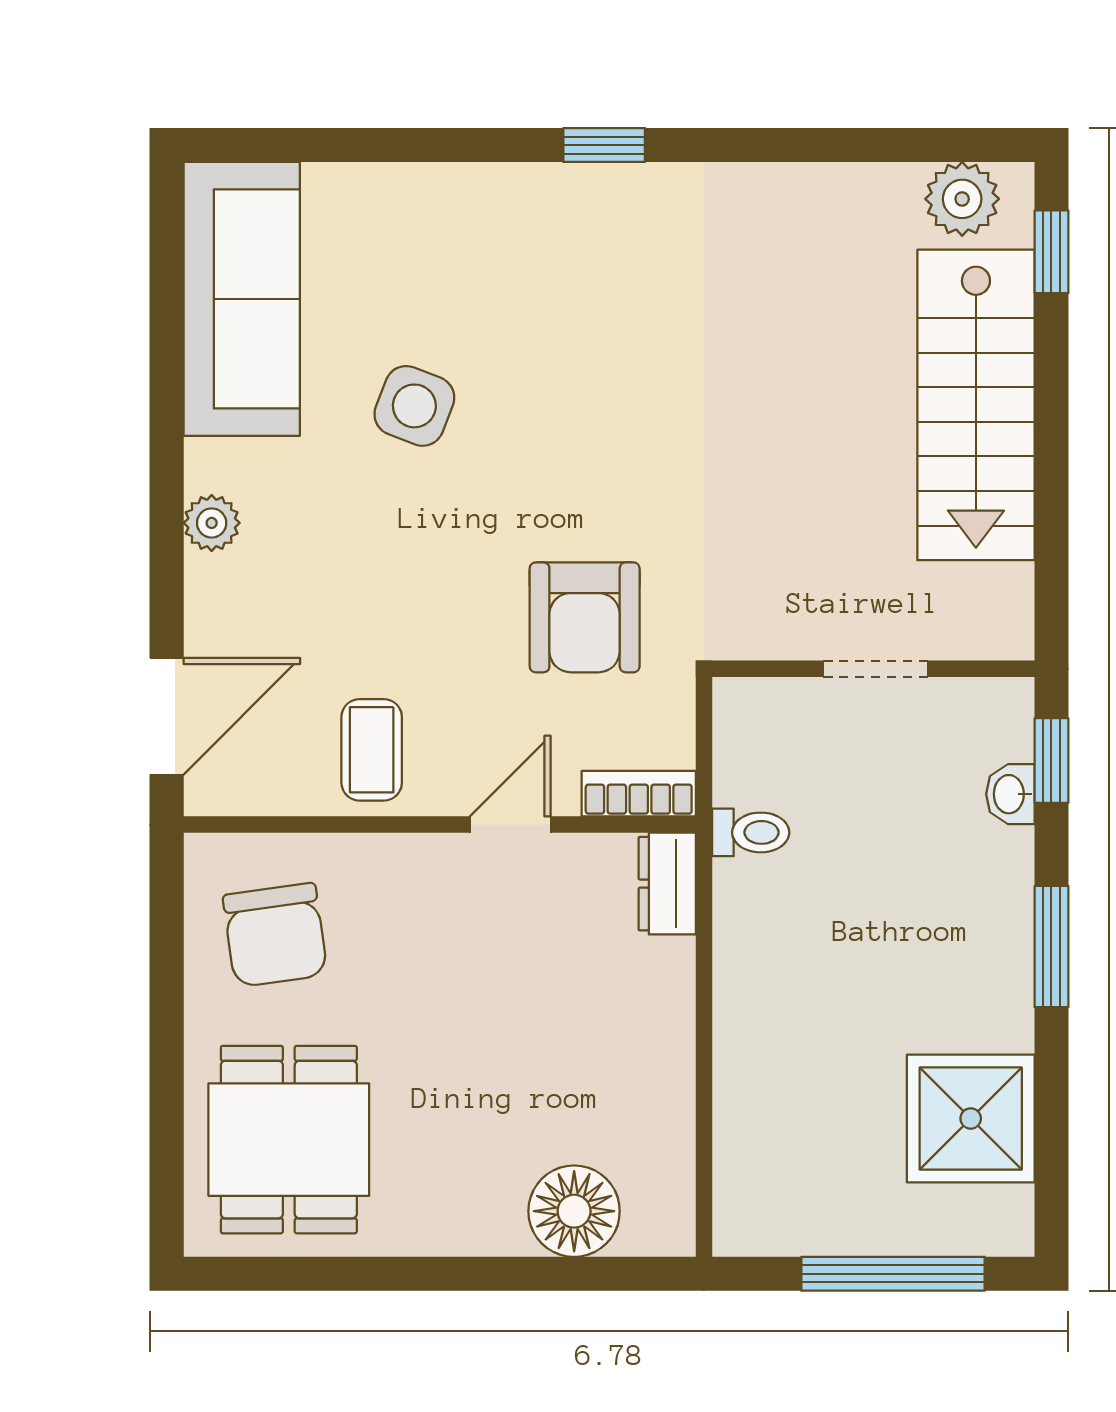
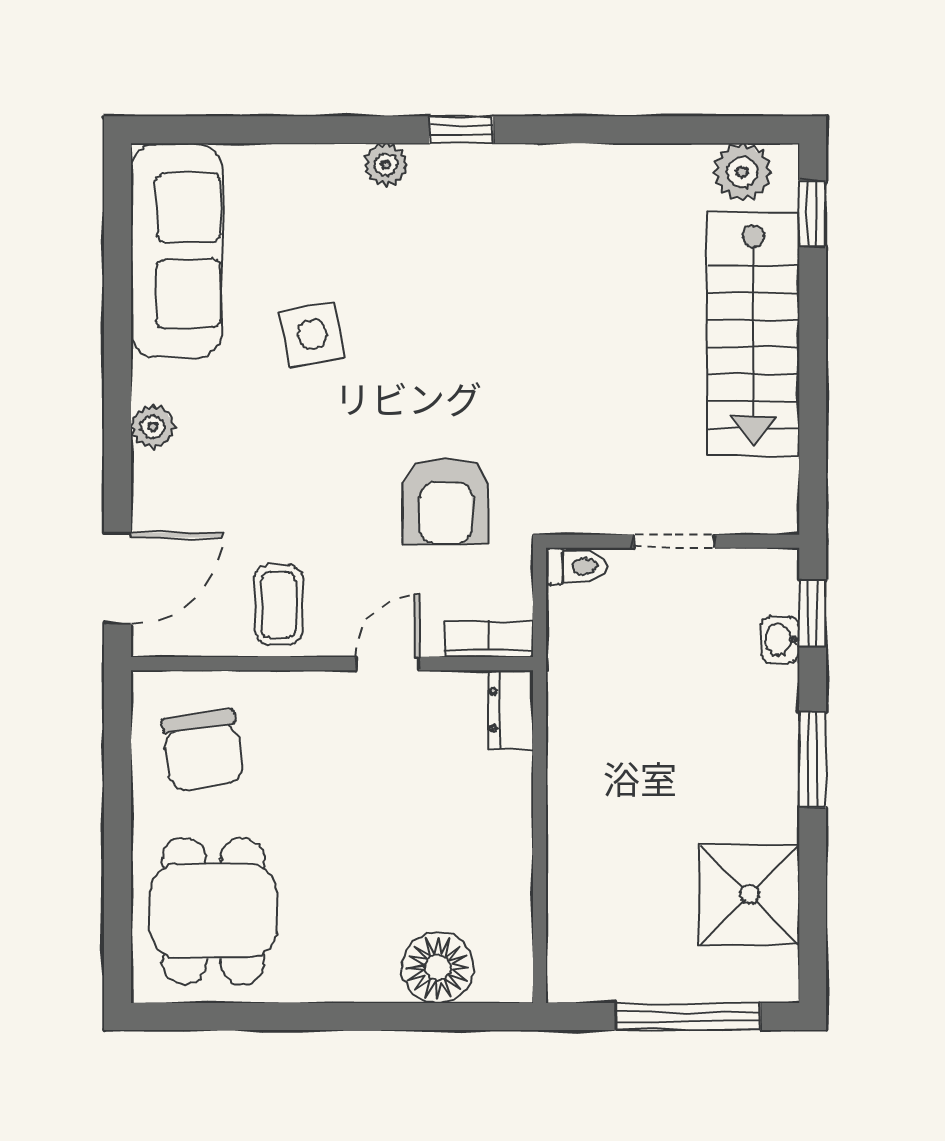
plant: (508, 190) -> (386, 165), added
side table: (414, 406) -> (312, 335), turned -32
toilet: (751, 832) -> (576, 566), moved

